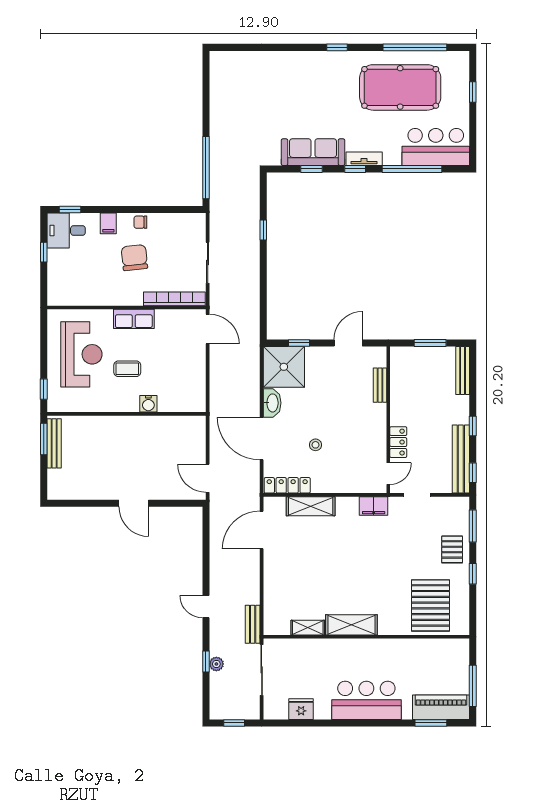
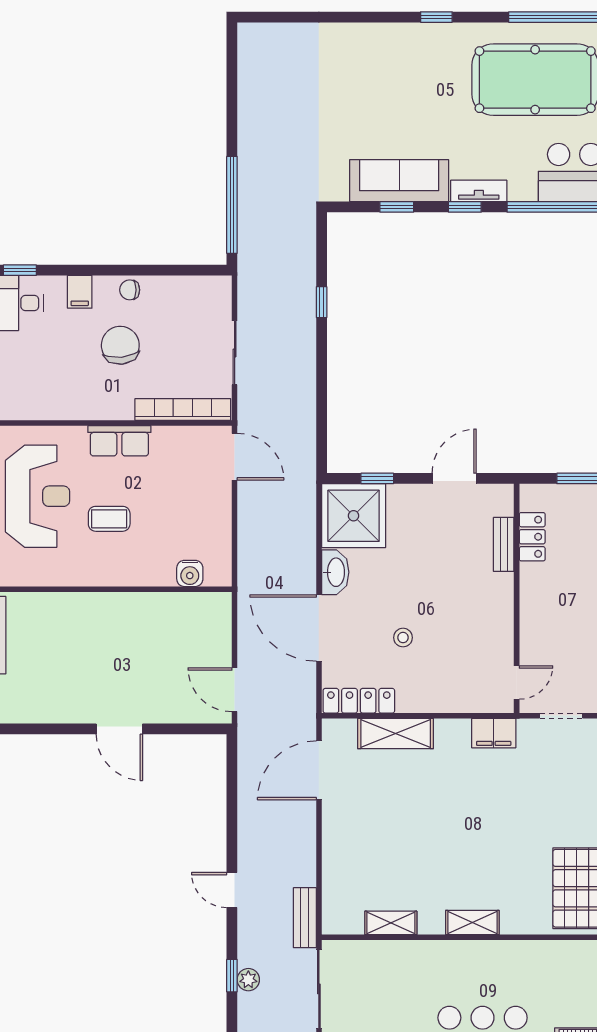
water cooler: (148, 404) -> (190, 573), moved
locker: (398, 442) -> (532, 537), moved
shelving: (351, 625) -> (472, 923), width x0.67, depth x0.75

